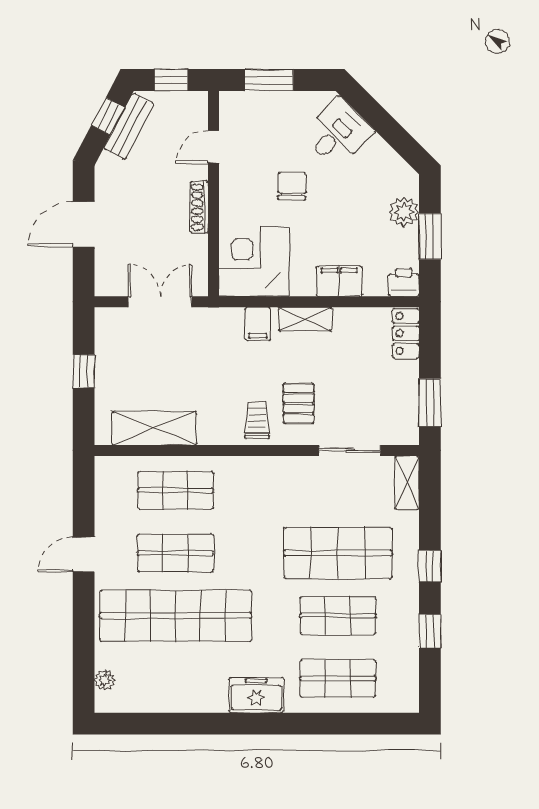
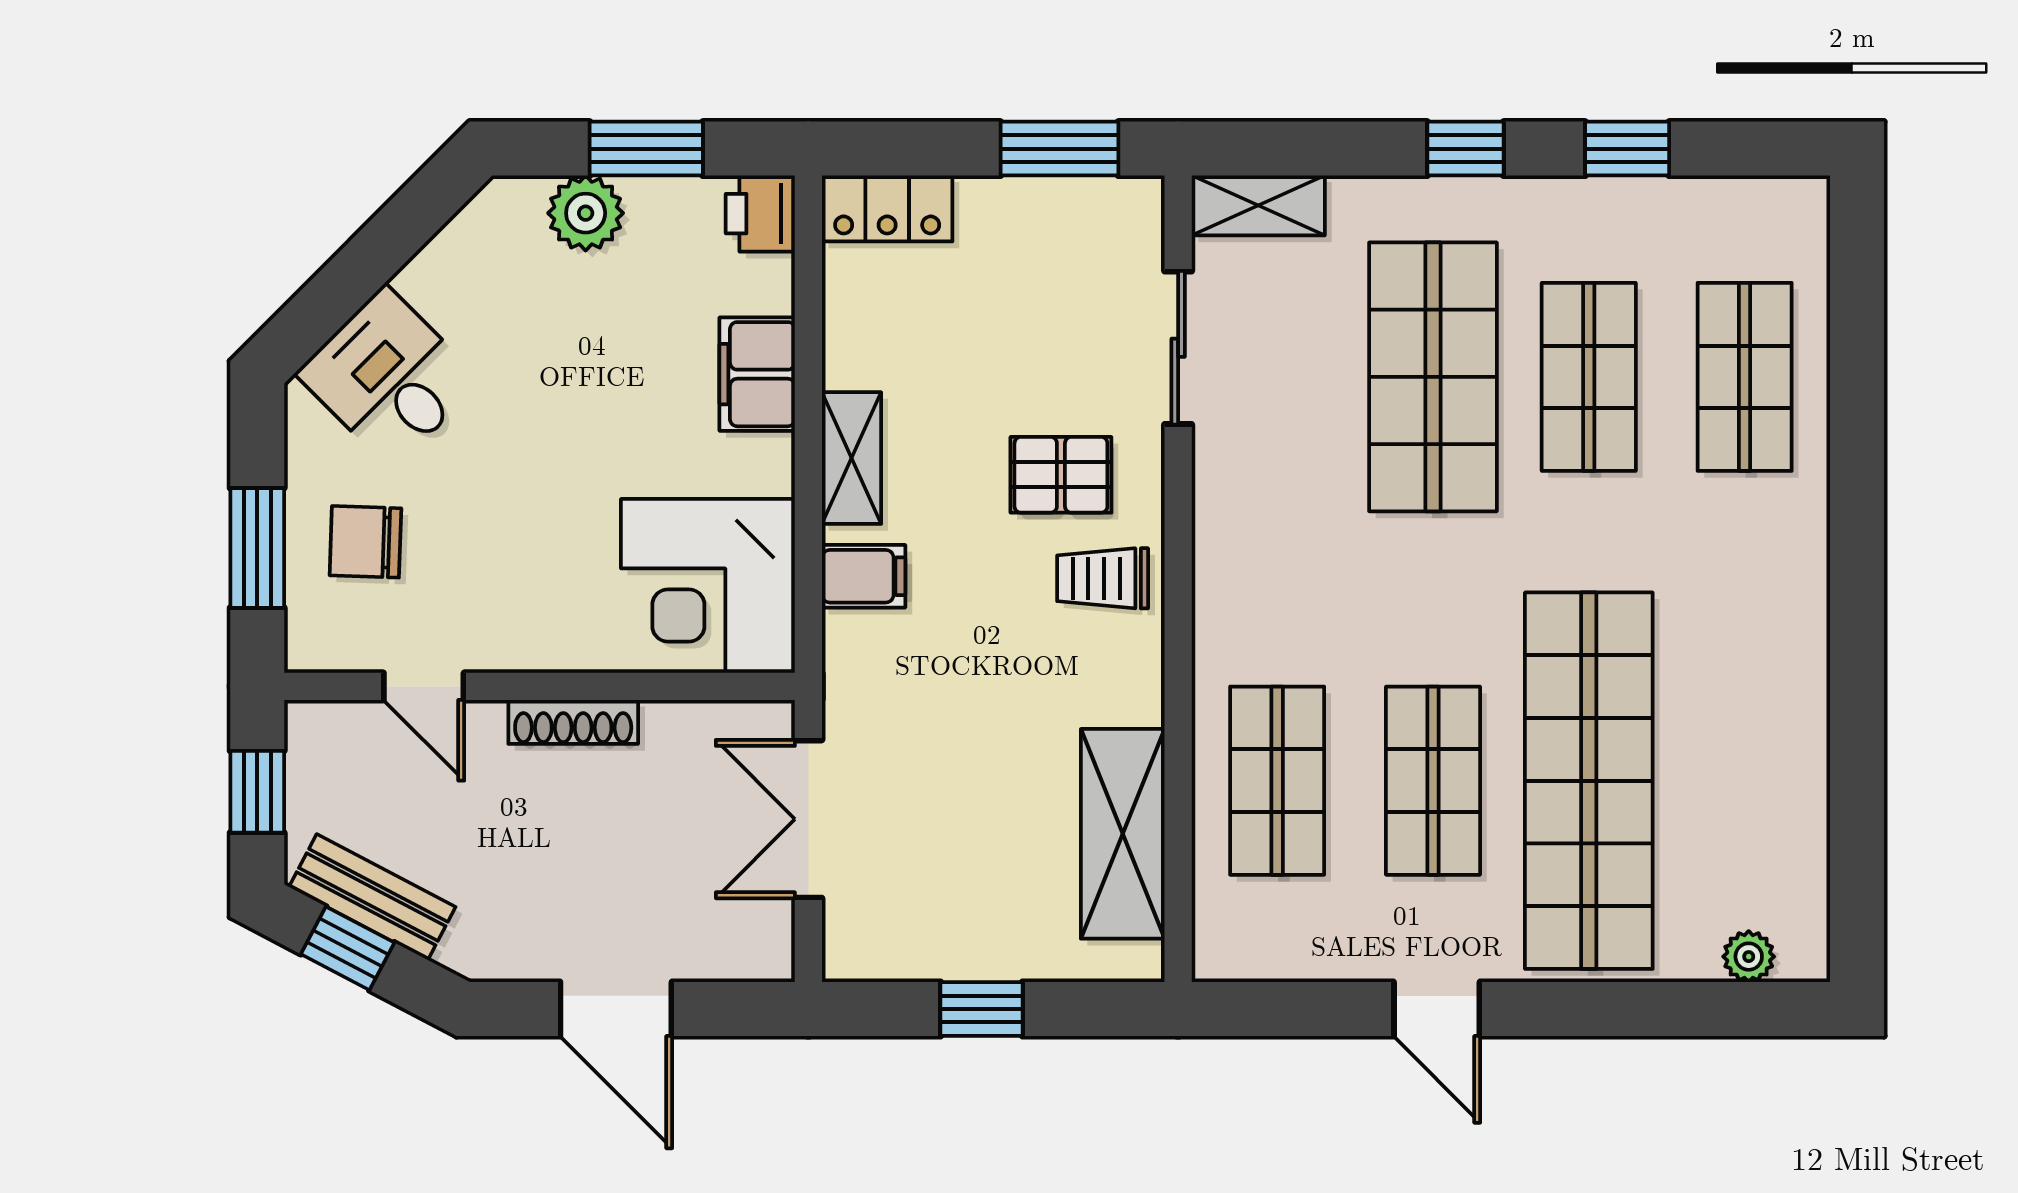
chair: (292, 186) -> (365, 542), moved
freezer: (256, 695) -> (1786, 580), removed

